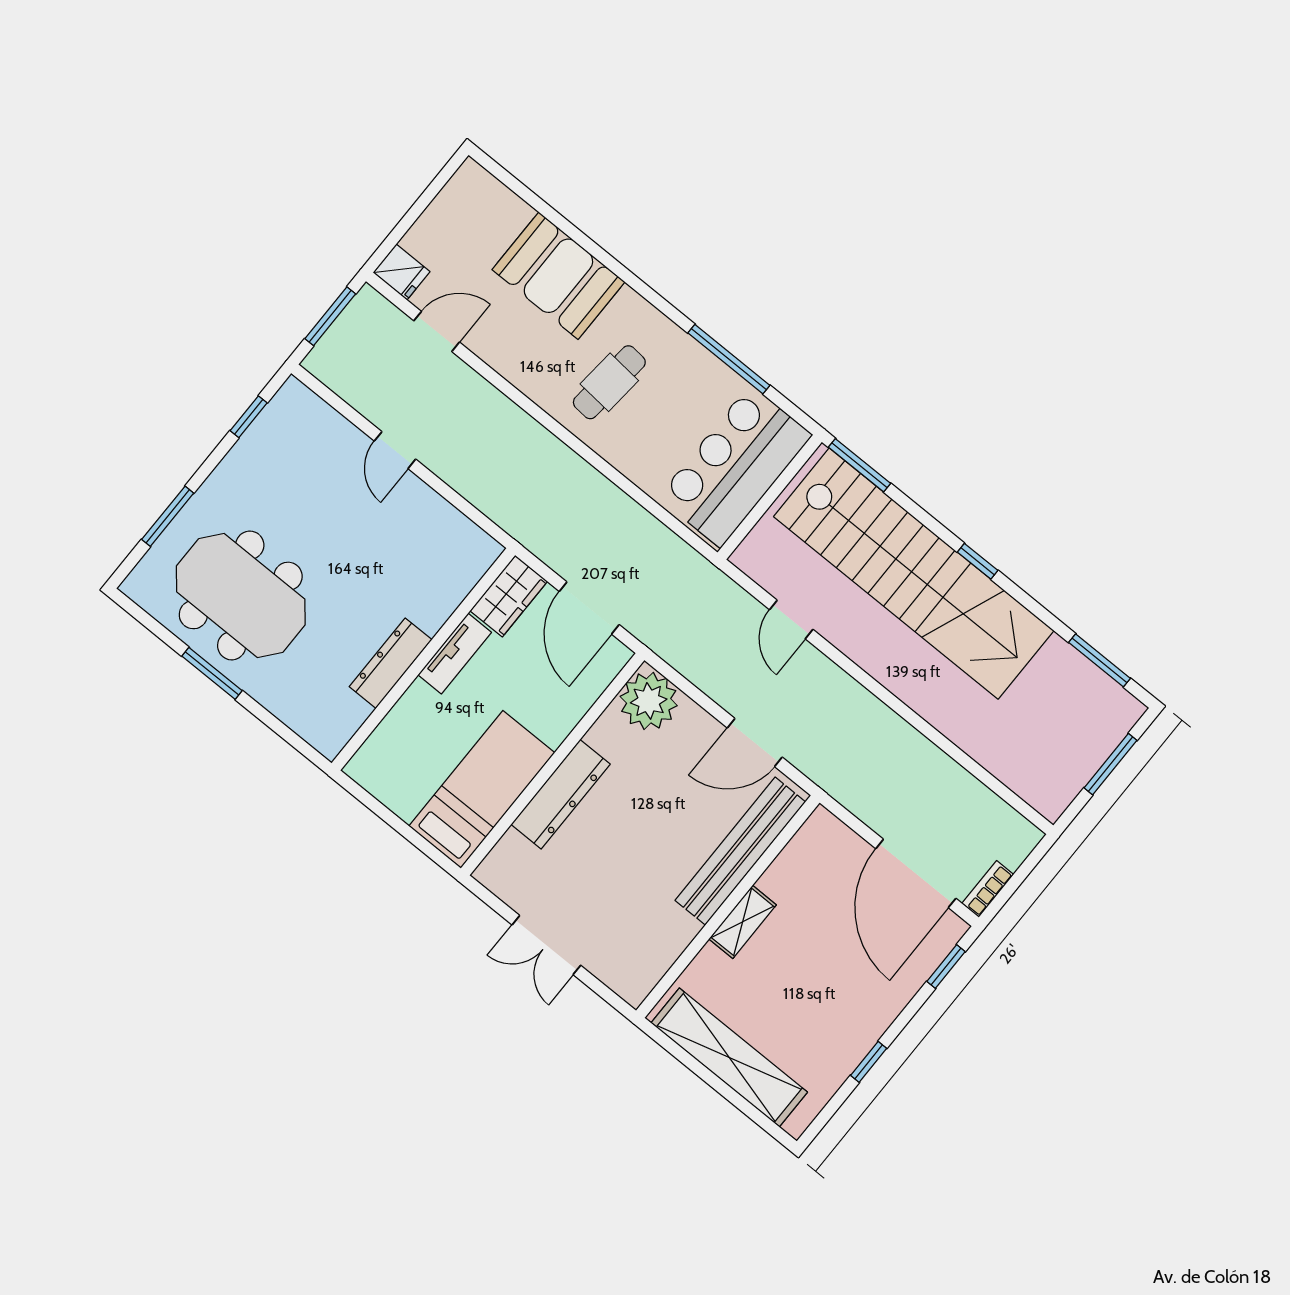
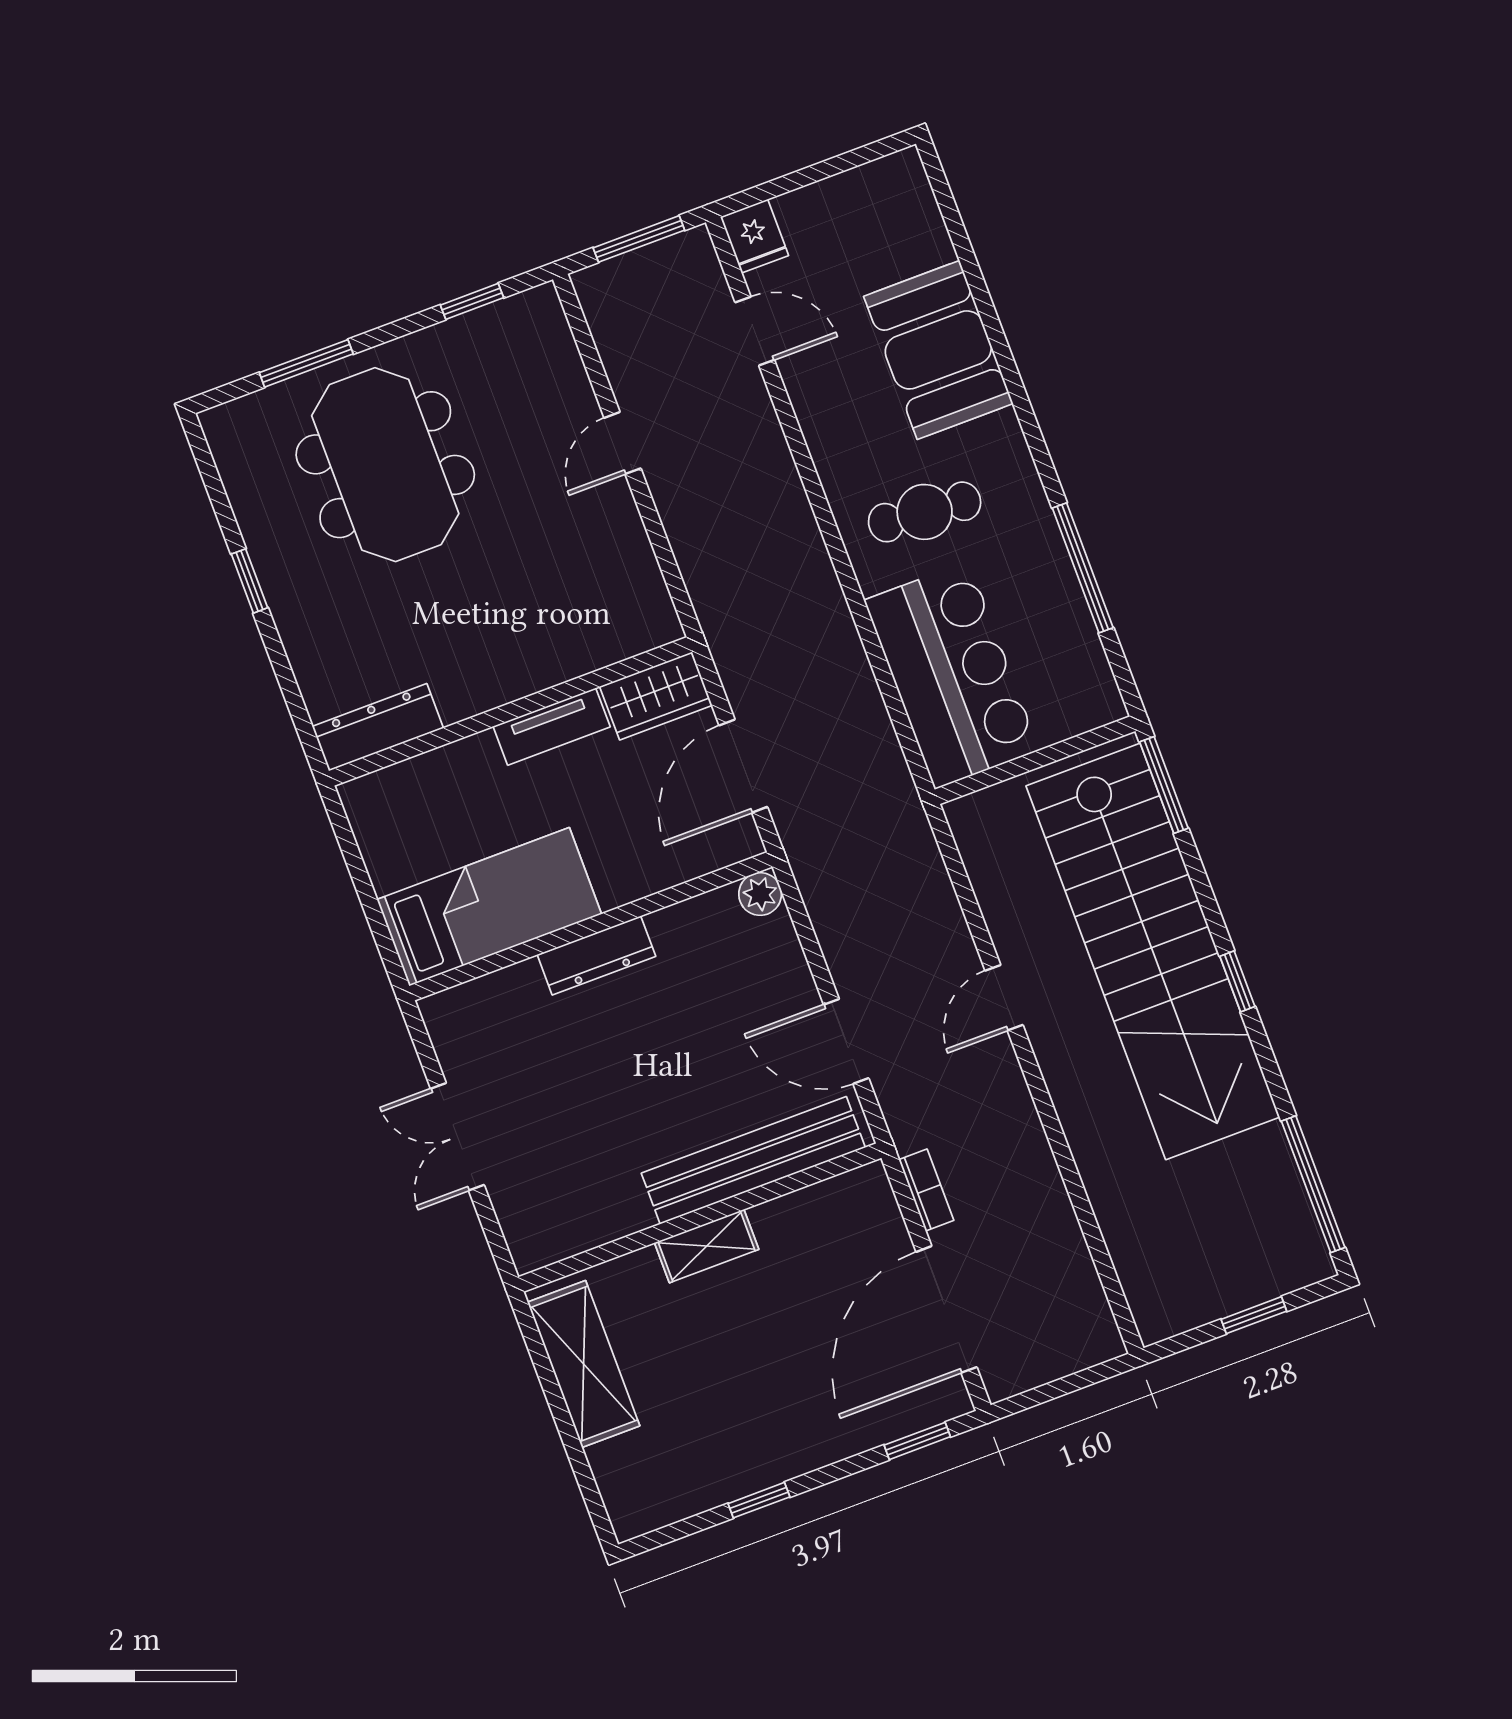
bar counter: (735, 466) -> (952, 675), moved, turned 90
meeting table: (241, 595) -> (385, 465), moved
door: (791, 620) -> (1004, 998), moved
window: (1100, 660) -> (1313, 1184), width x1.44
dresser: (391, 663) -> (378, 727), moved
window: (212, 673) -> (250, 581), width x0.67
plant: (649, 701) -> (760, 894), width x0.53, depth x0.53
window: (1111, 764) -> (1254, 1315), width x0.67
dresser: (561, 794) -> (596, 956), width x0.73, depth x0.80
bookcase: (988, 889) -> (926, 1190), moved, turned 90
shelving: (729, 1057) -> (584, 1364), width x0.68

